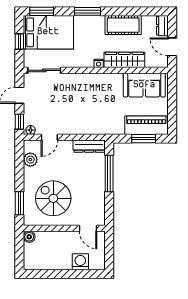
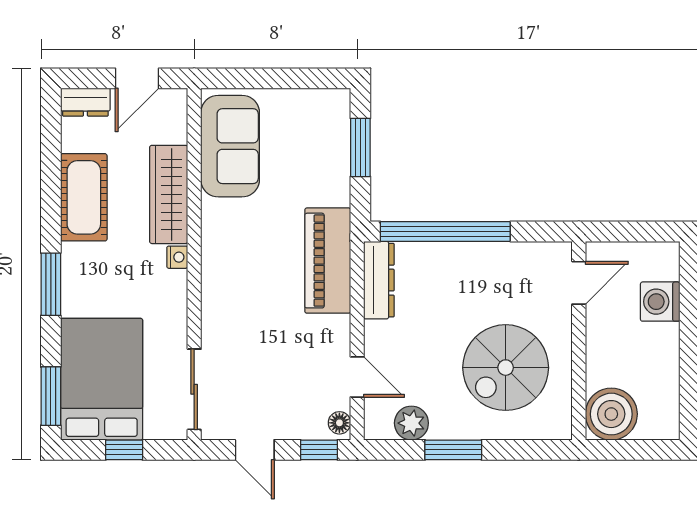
piano: (146, 125) -> (328, 261), moved
window: (109, 173) -> (445, 232), width x1.46
window: (19, 203) -> (453, 450), moved
boiler: (29, 237) -> (611, 414), width x1.86, depth x1.86

